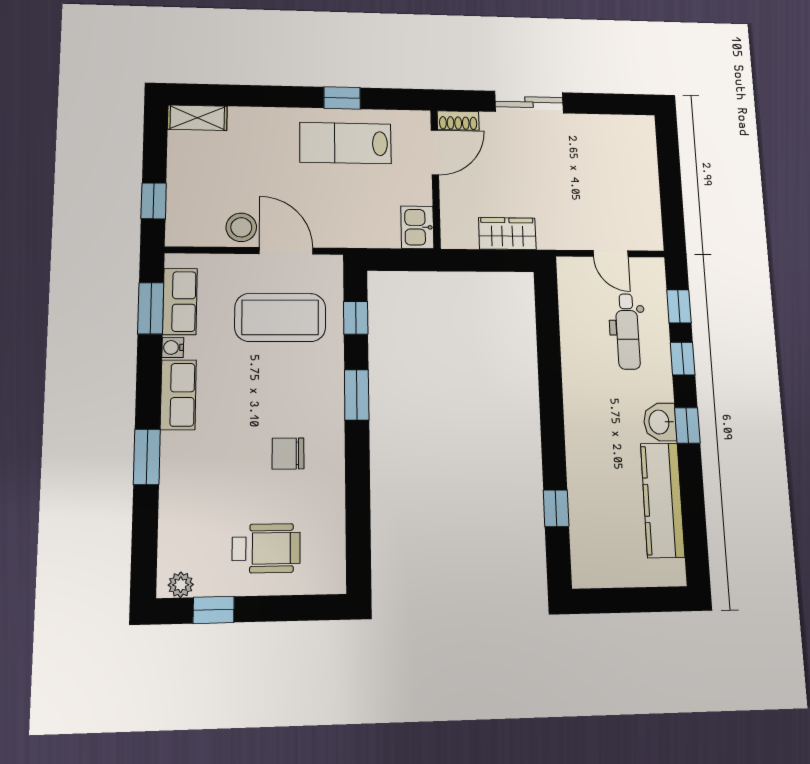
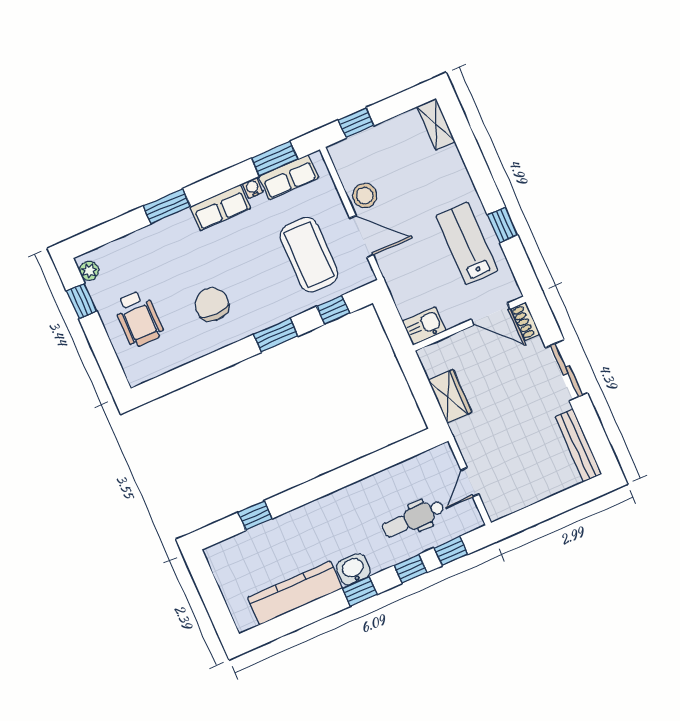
bench: (615, 125) -> (578, 445), added
door: (286, 251) -> (362, 236), hinge flipped
chair: (288, 454) -> (212, 304), width x1.37, depth x1.37

